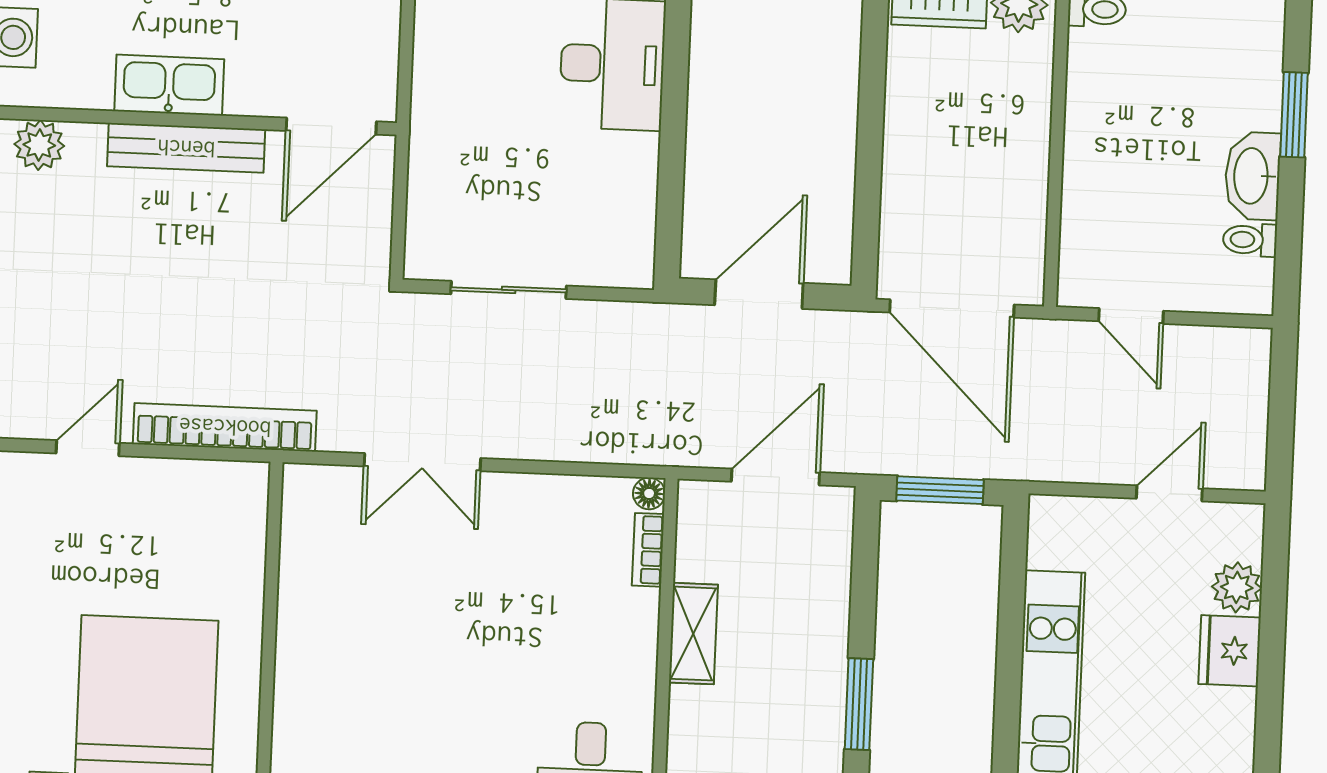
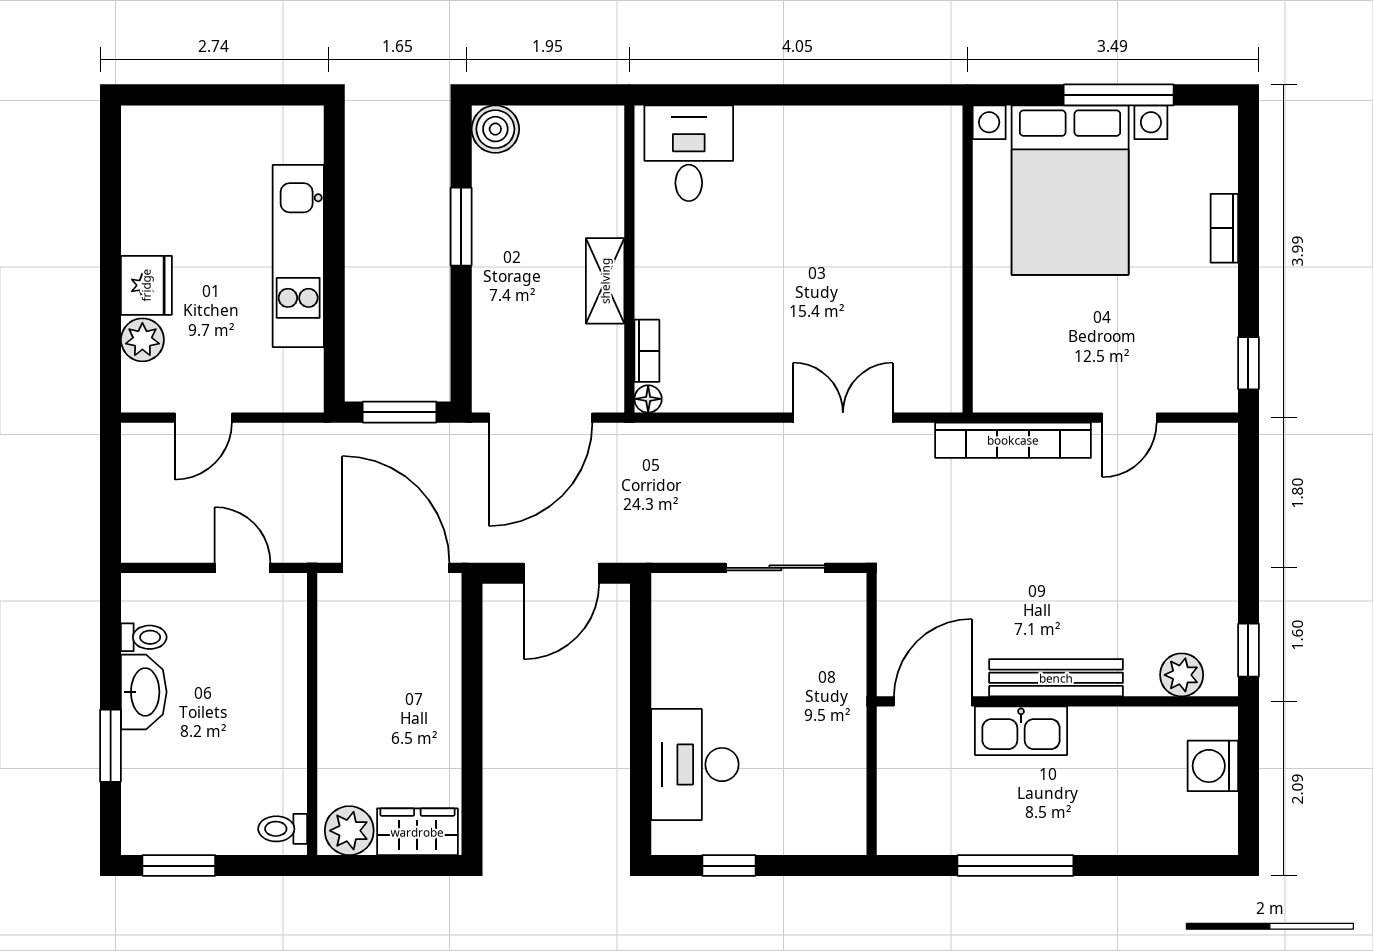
kitchen sink: (169, 85) -> (1021, 731), moved
door: (776, 477) -> (541, 418), width x1.36

